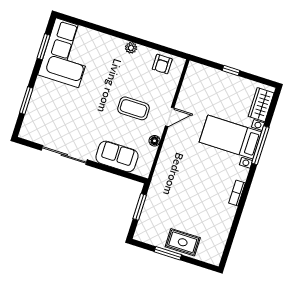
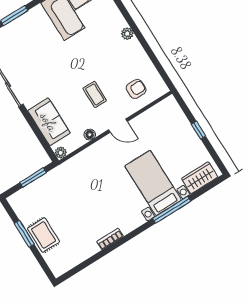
plant: (131, 48) -> (127, 34), moved
armchair: (162, 64) -> (136, 89), moved, turned 180
coffee table: (134, 108) -> (95, 94), width x0.73, depth x0.77
plant: (144, 172) -> (61, 153), added
bookcase: (237, 193) -> (110, 239), moved

